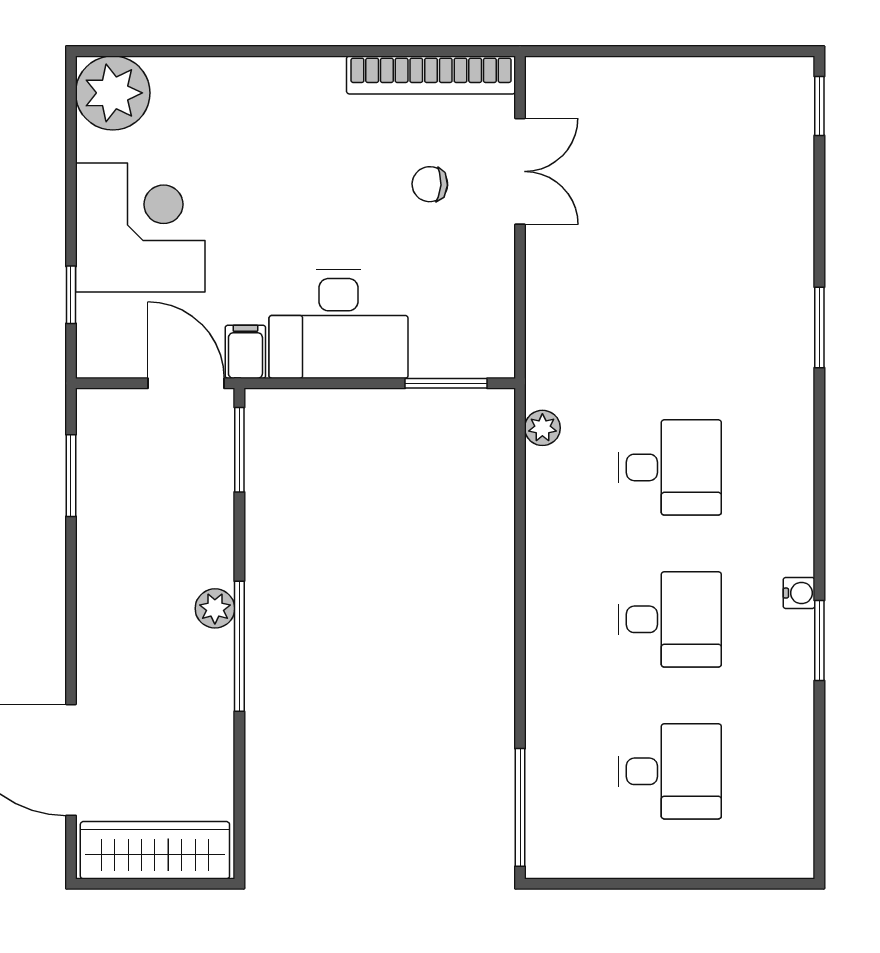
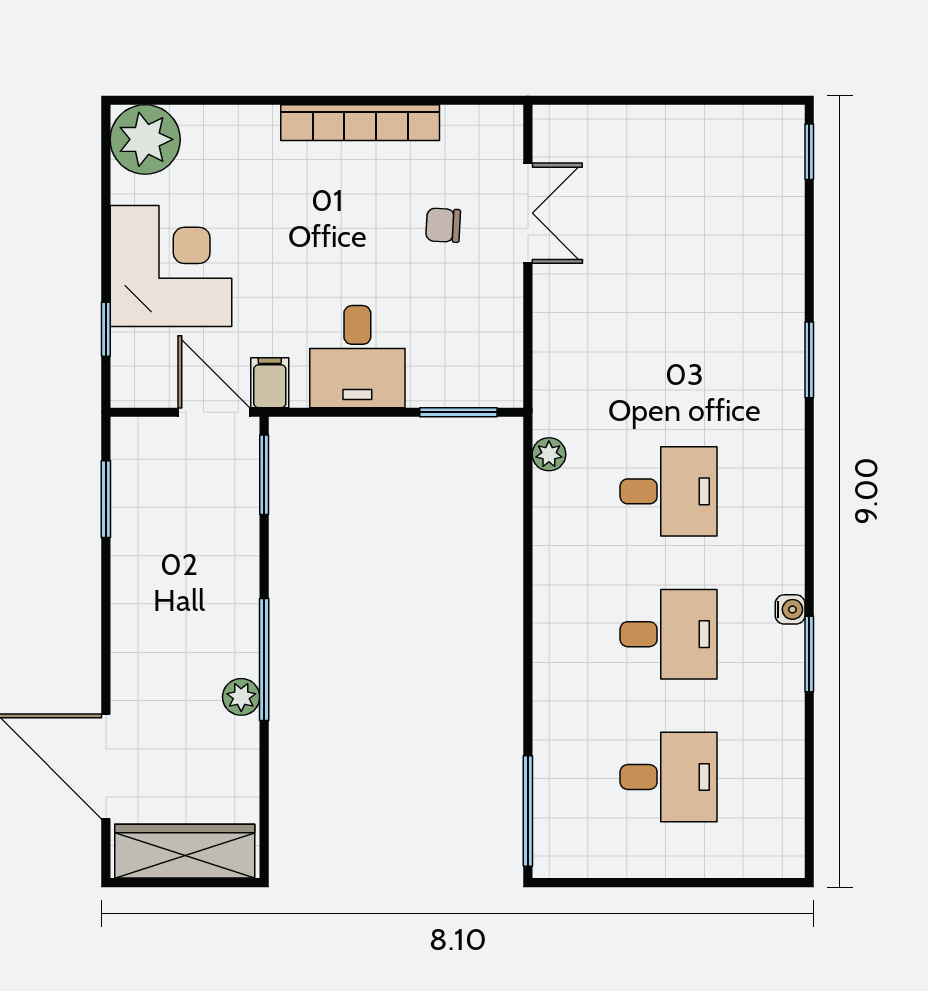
bookcase: (431, 75) -> (360, 123), moved
desk: (339, 324) -> (357, 357), width x0.73
plant: (215, 608) -> (241, 697), moved

